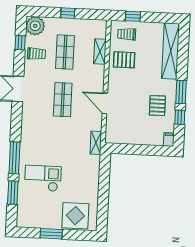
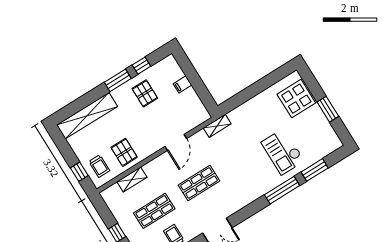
pallet: (157, 106) -> (145, 93), turned 90
filing cabinet: (169, 139) -> (183, 84), moved

